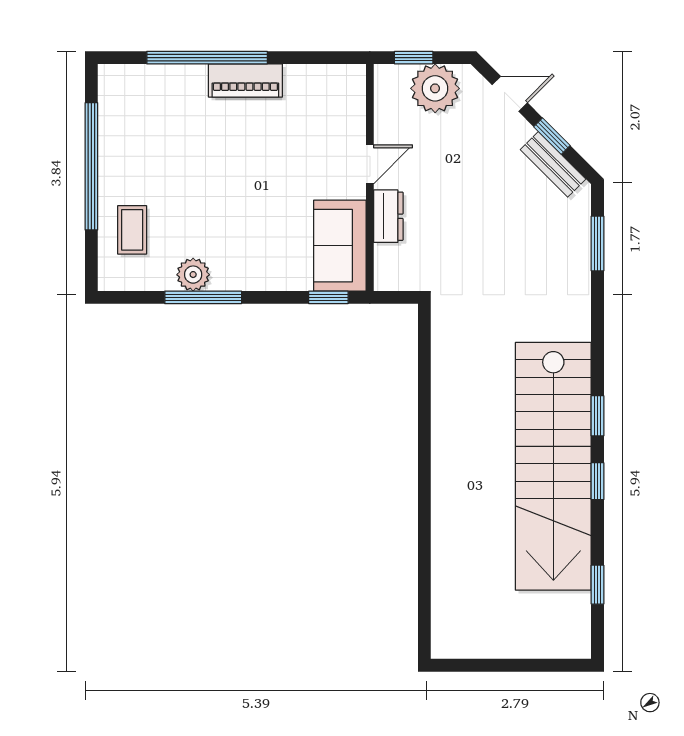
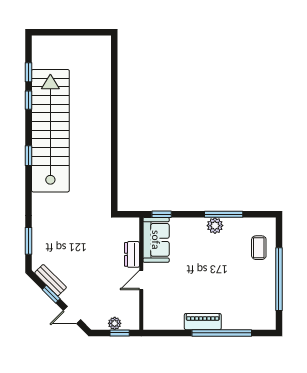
plant: (435, 88) -> (115, 323), width x0.53, depth x0.53
plant: (193, 275) -> (215, 226), moved
window: (598, 481) -> (29, 100), moved

